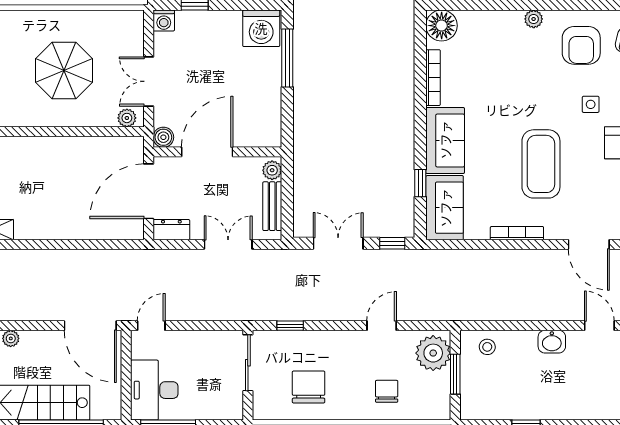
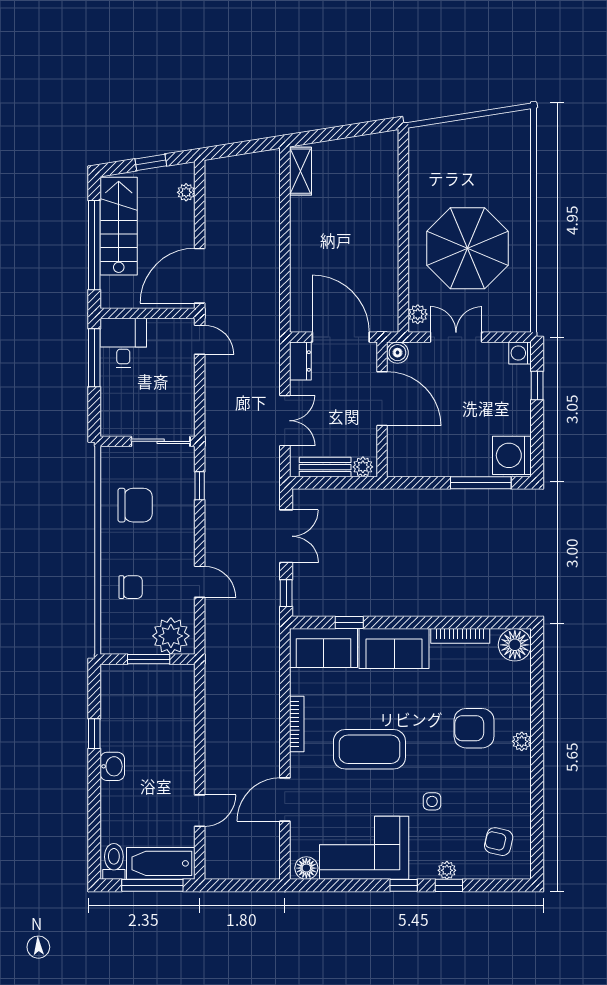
armchair: (581, 45) -> (474, 728), moved
parasol: (64, 71) -> (468, 248), width x1.36, depth x1.36
washbasin: (552, 342) -> (112, 766), moved, turned 180
stool: (487, 347) -> (177, 693), removed
desk: (154, 390) -> (123, 343), width x0.73

